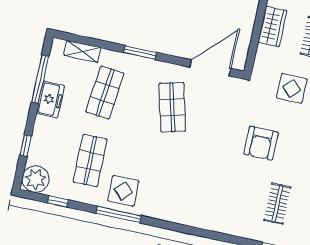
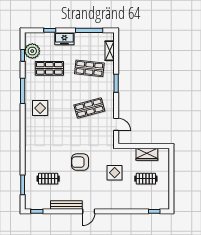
door: (210, 68) -> (116, 124), width x0.53
freezer: (50, 99) -> (64, 39), moved
plant: (36, 179) -> (32, 51), moved
display table: (123, 191) -> (40, 108), moved

